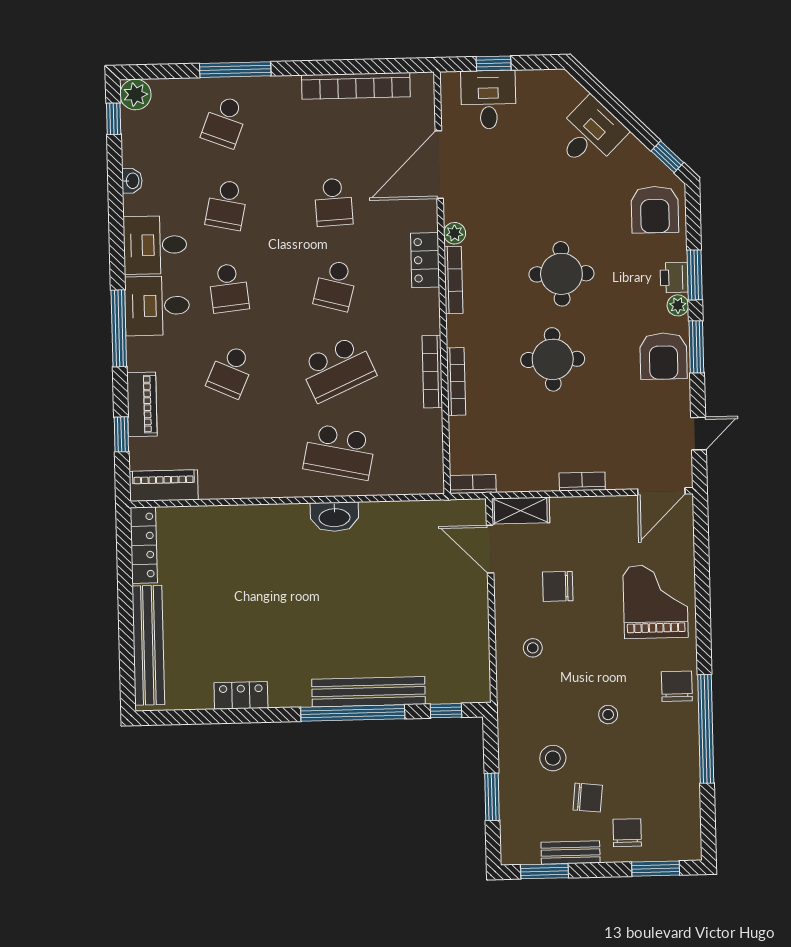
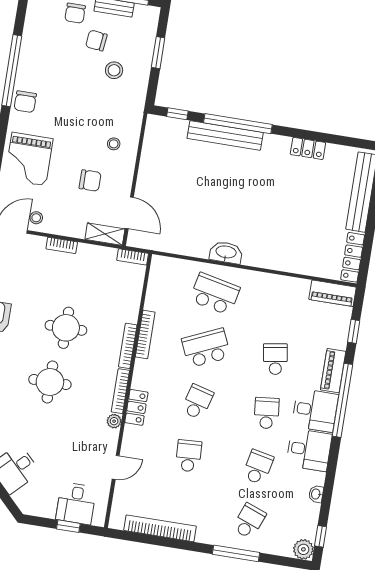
door: (439, 165) -> (116, 467), width x0.53
window: (119, 328) -> (342, 400), width x1.46
school desk: (231, 371) -> (275, 359), turned -33
bookcase: (456, 382) -> (128, 346), moved
piano: (142, 404) -> (333, 371), moved
stool: (608, 715) -> (36, 218), moved

